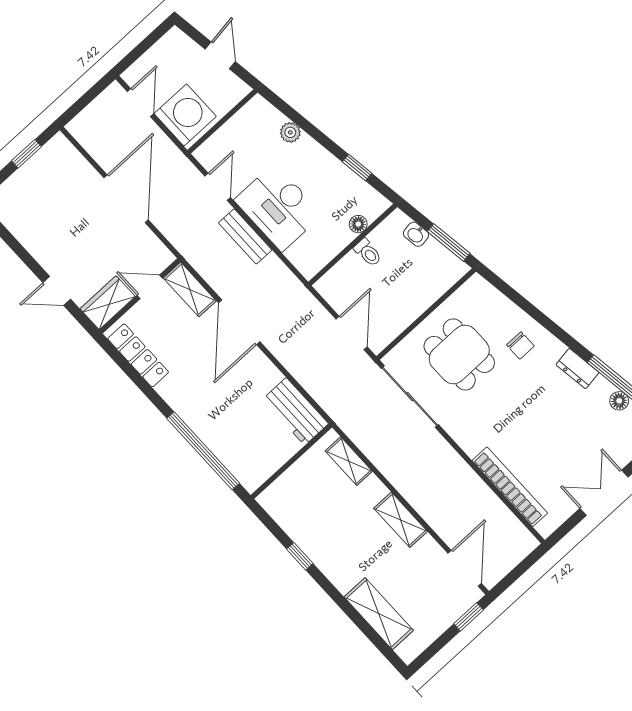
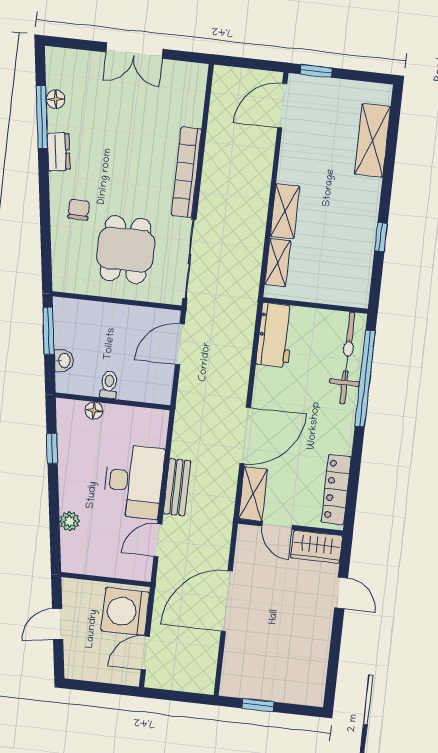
bicycle: (230, 451) -> (347, 358), added
bookcase: (510, 487) -> (186, 172), moved
shelving: (401, 520) -> (285, 211), moved

